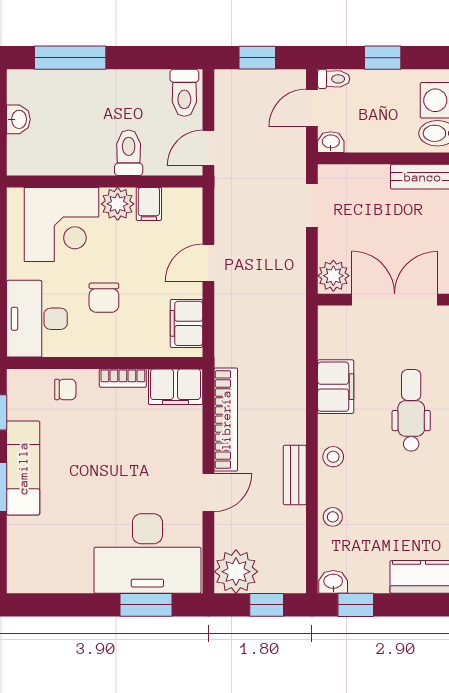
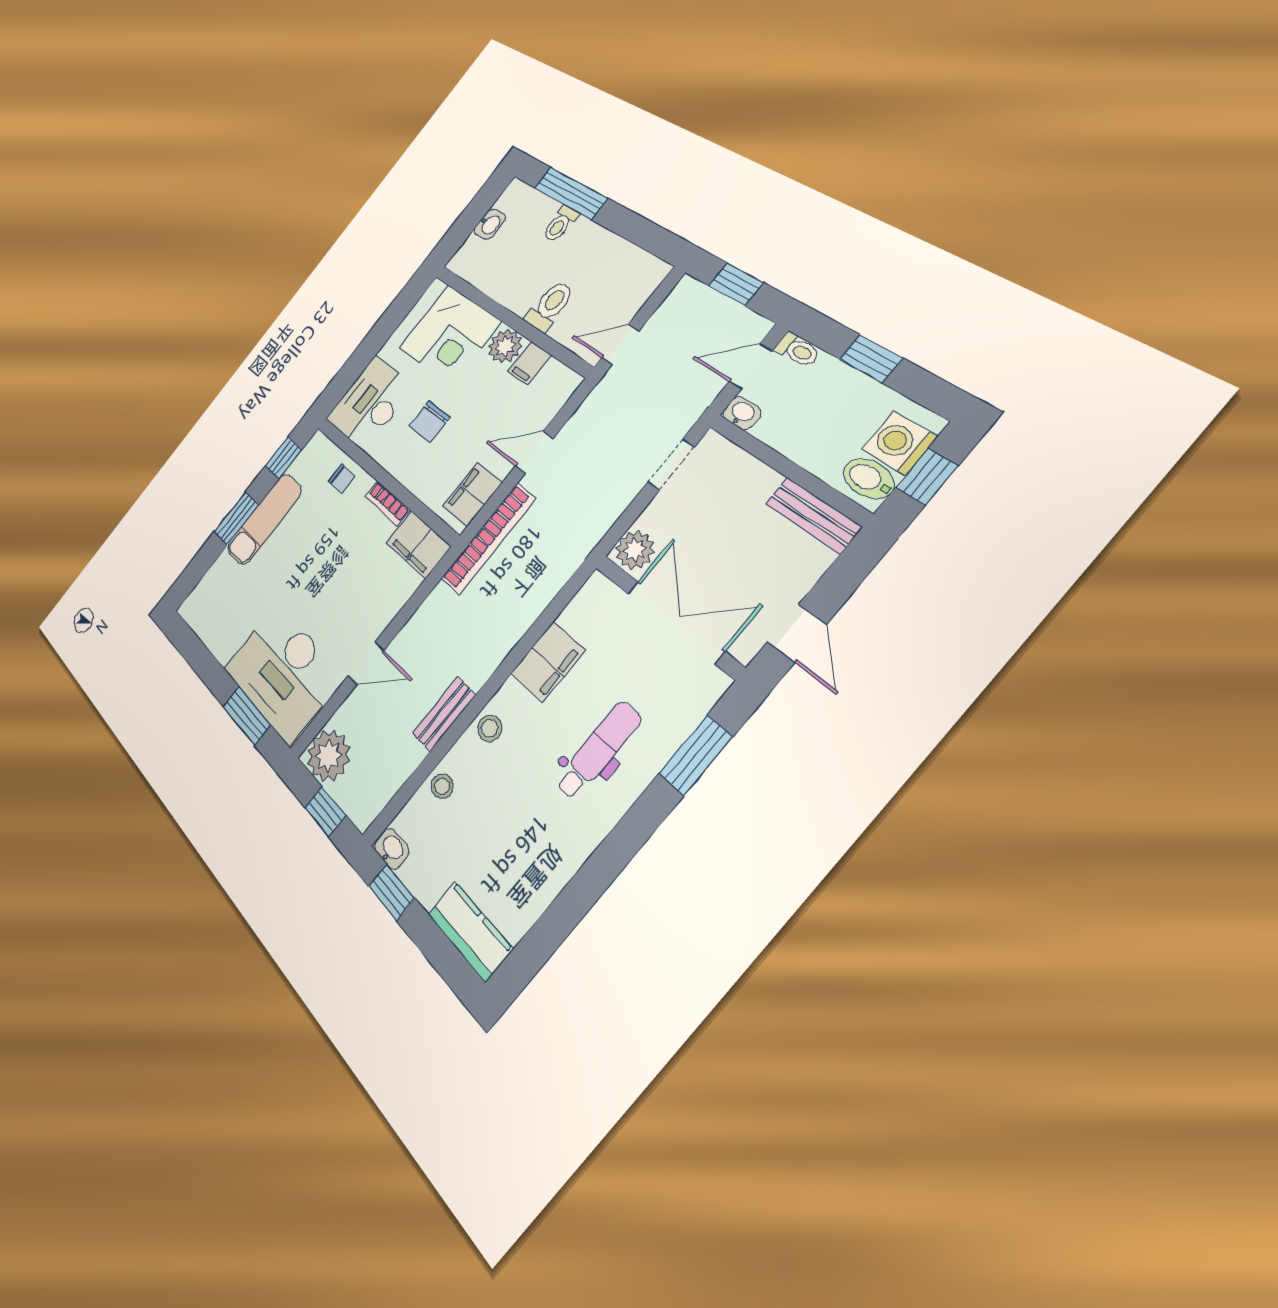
toilet: (184, 93) -> (560, 224), moved, width x0.73, depth x0.72
bookcase: (226, 420) -> (488, 539), moved

